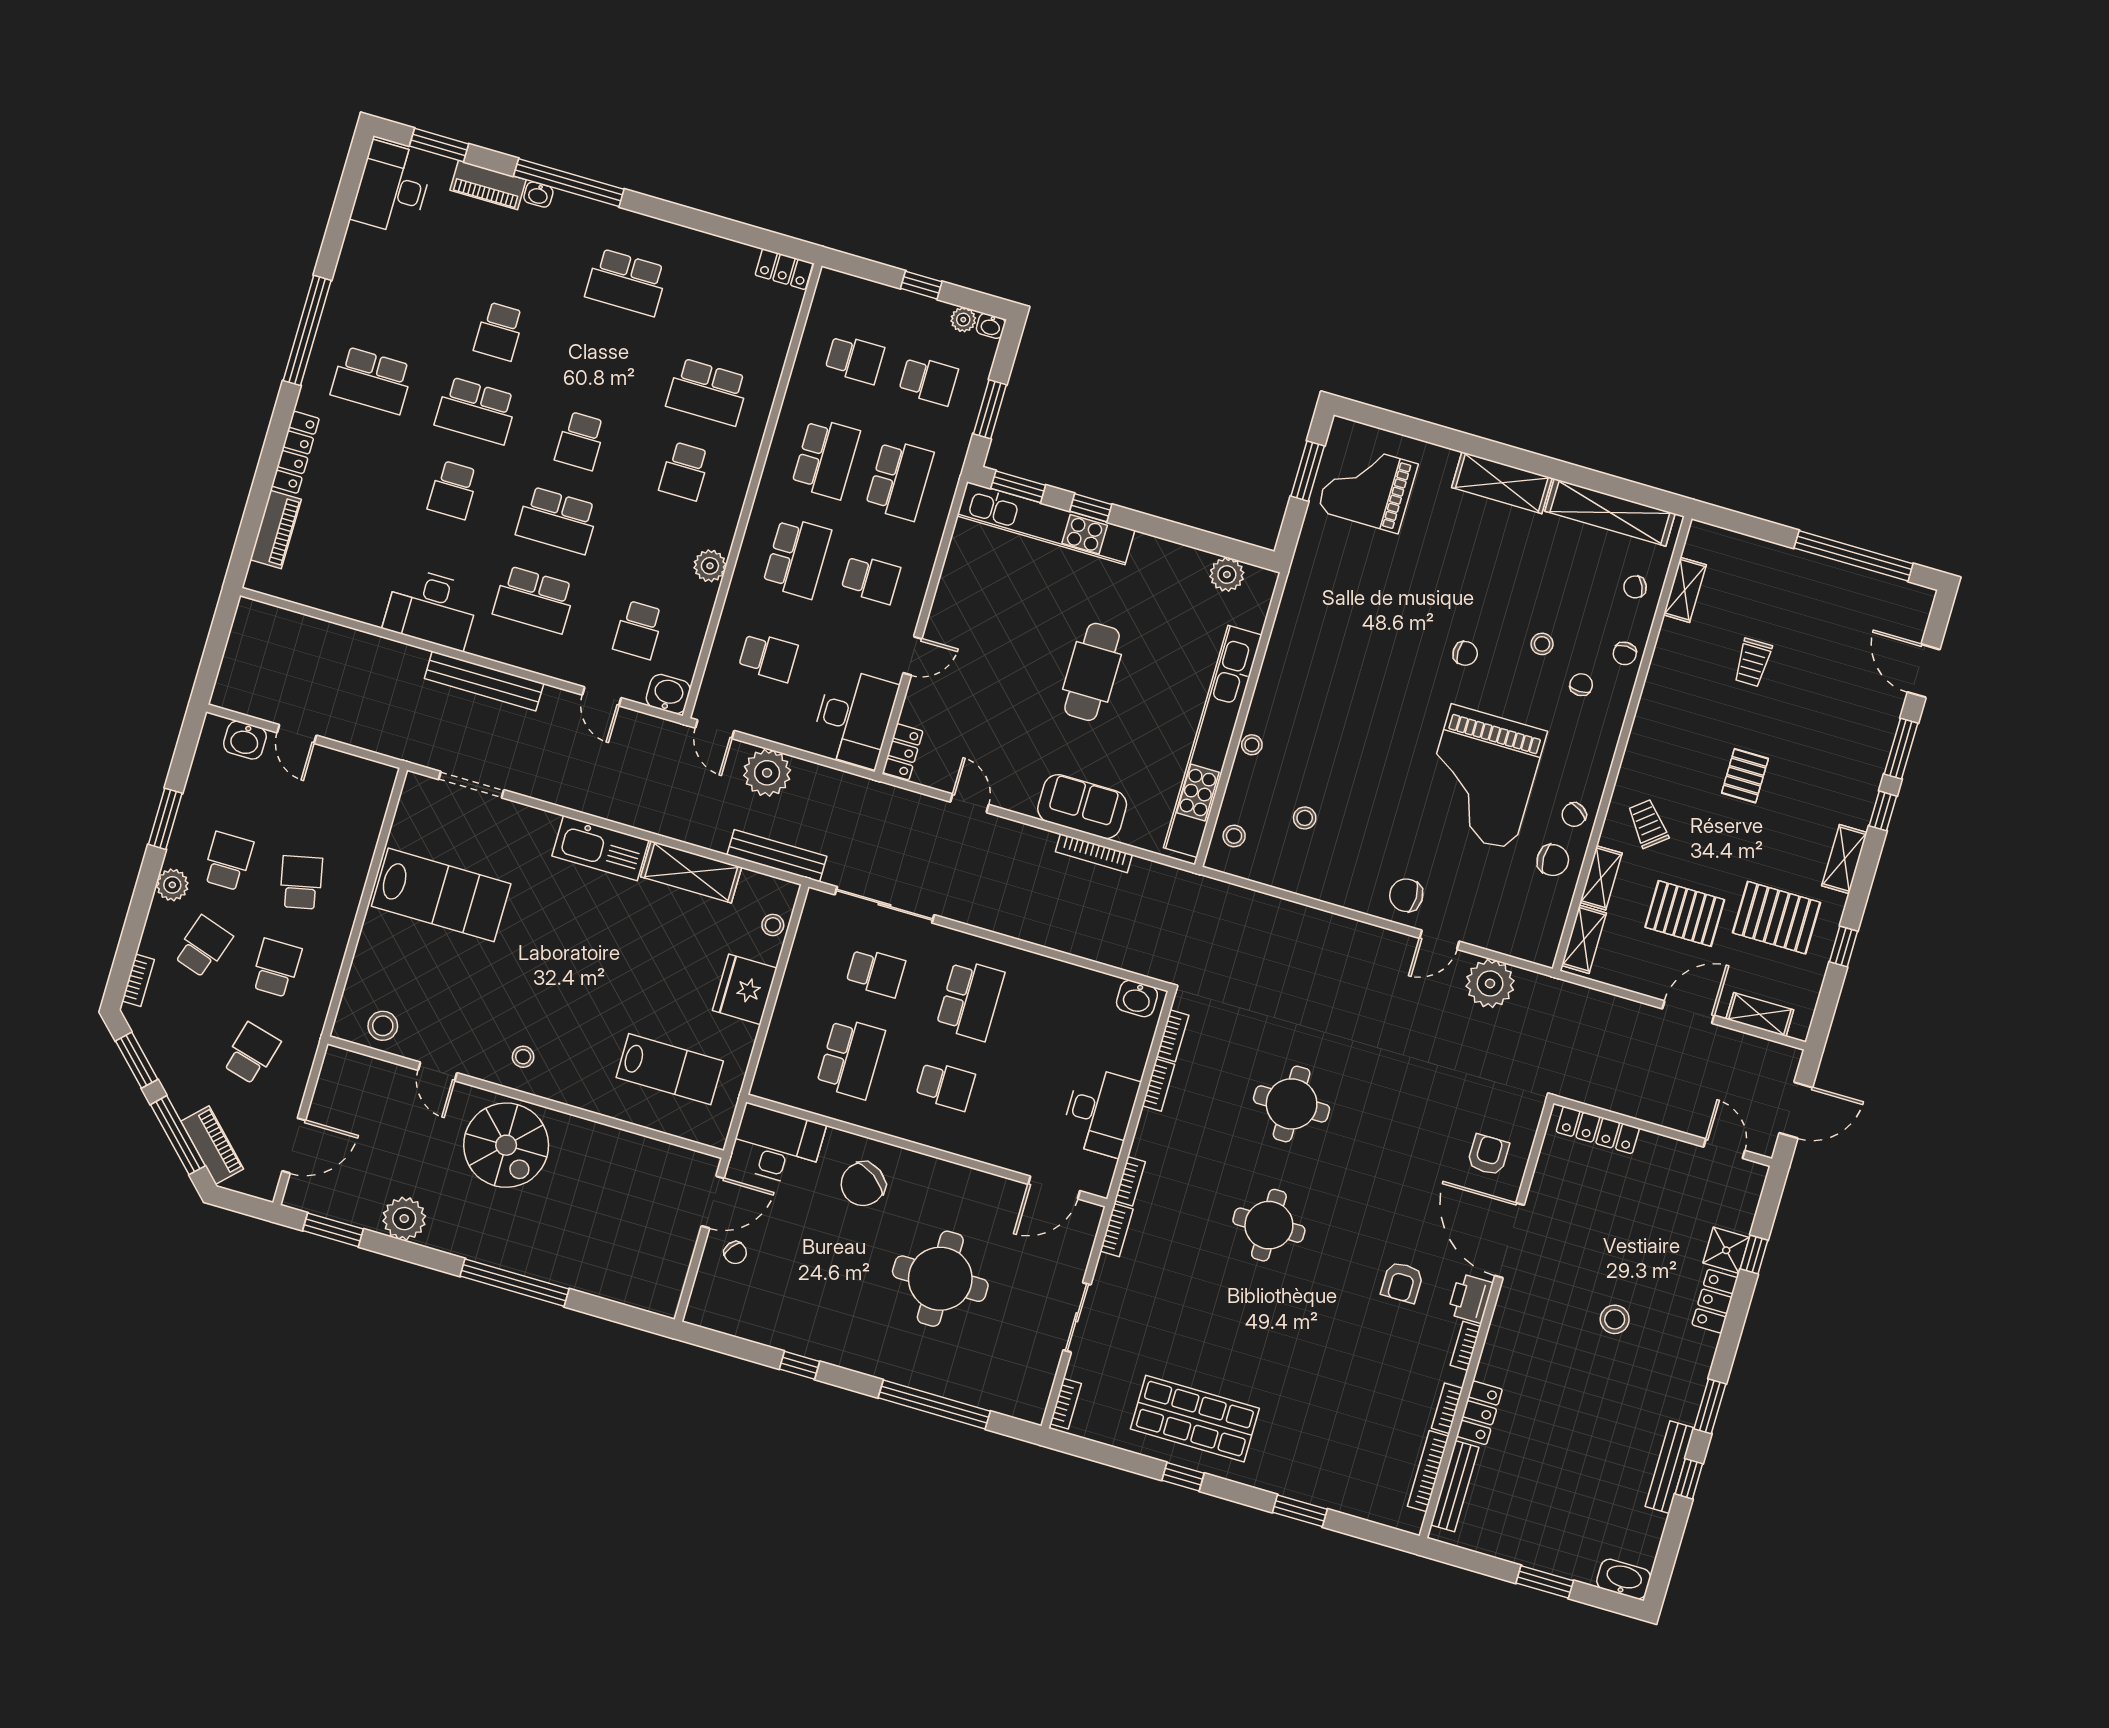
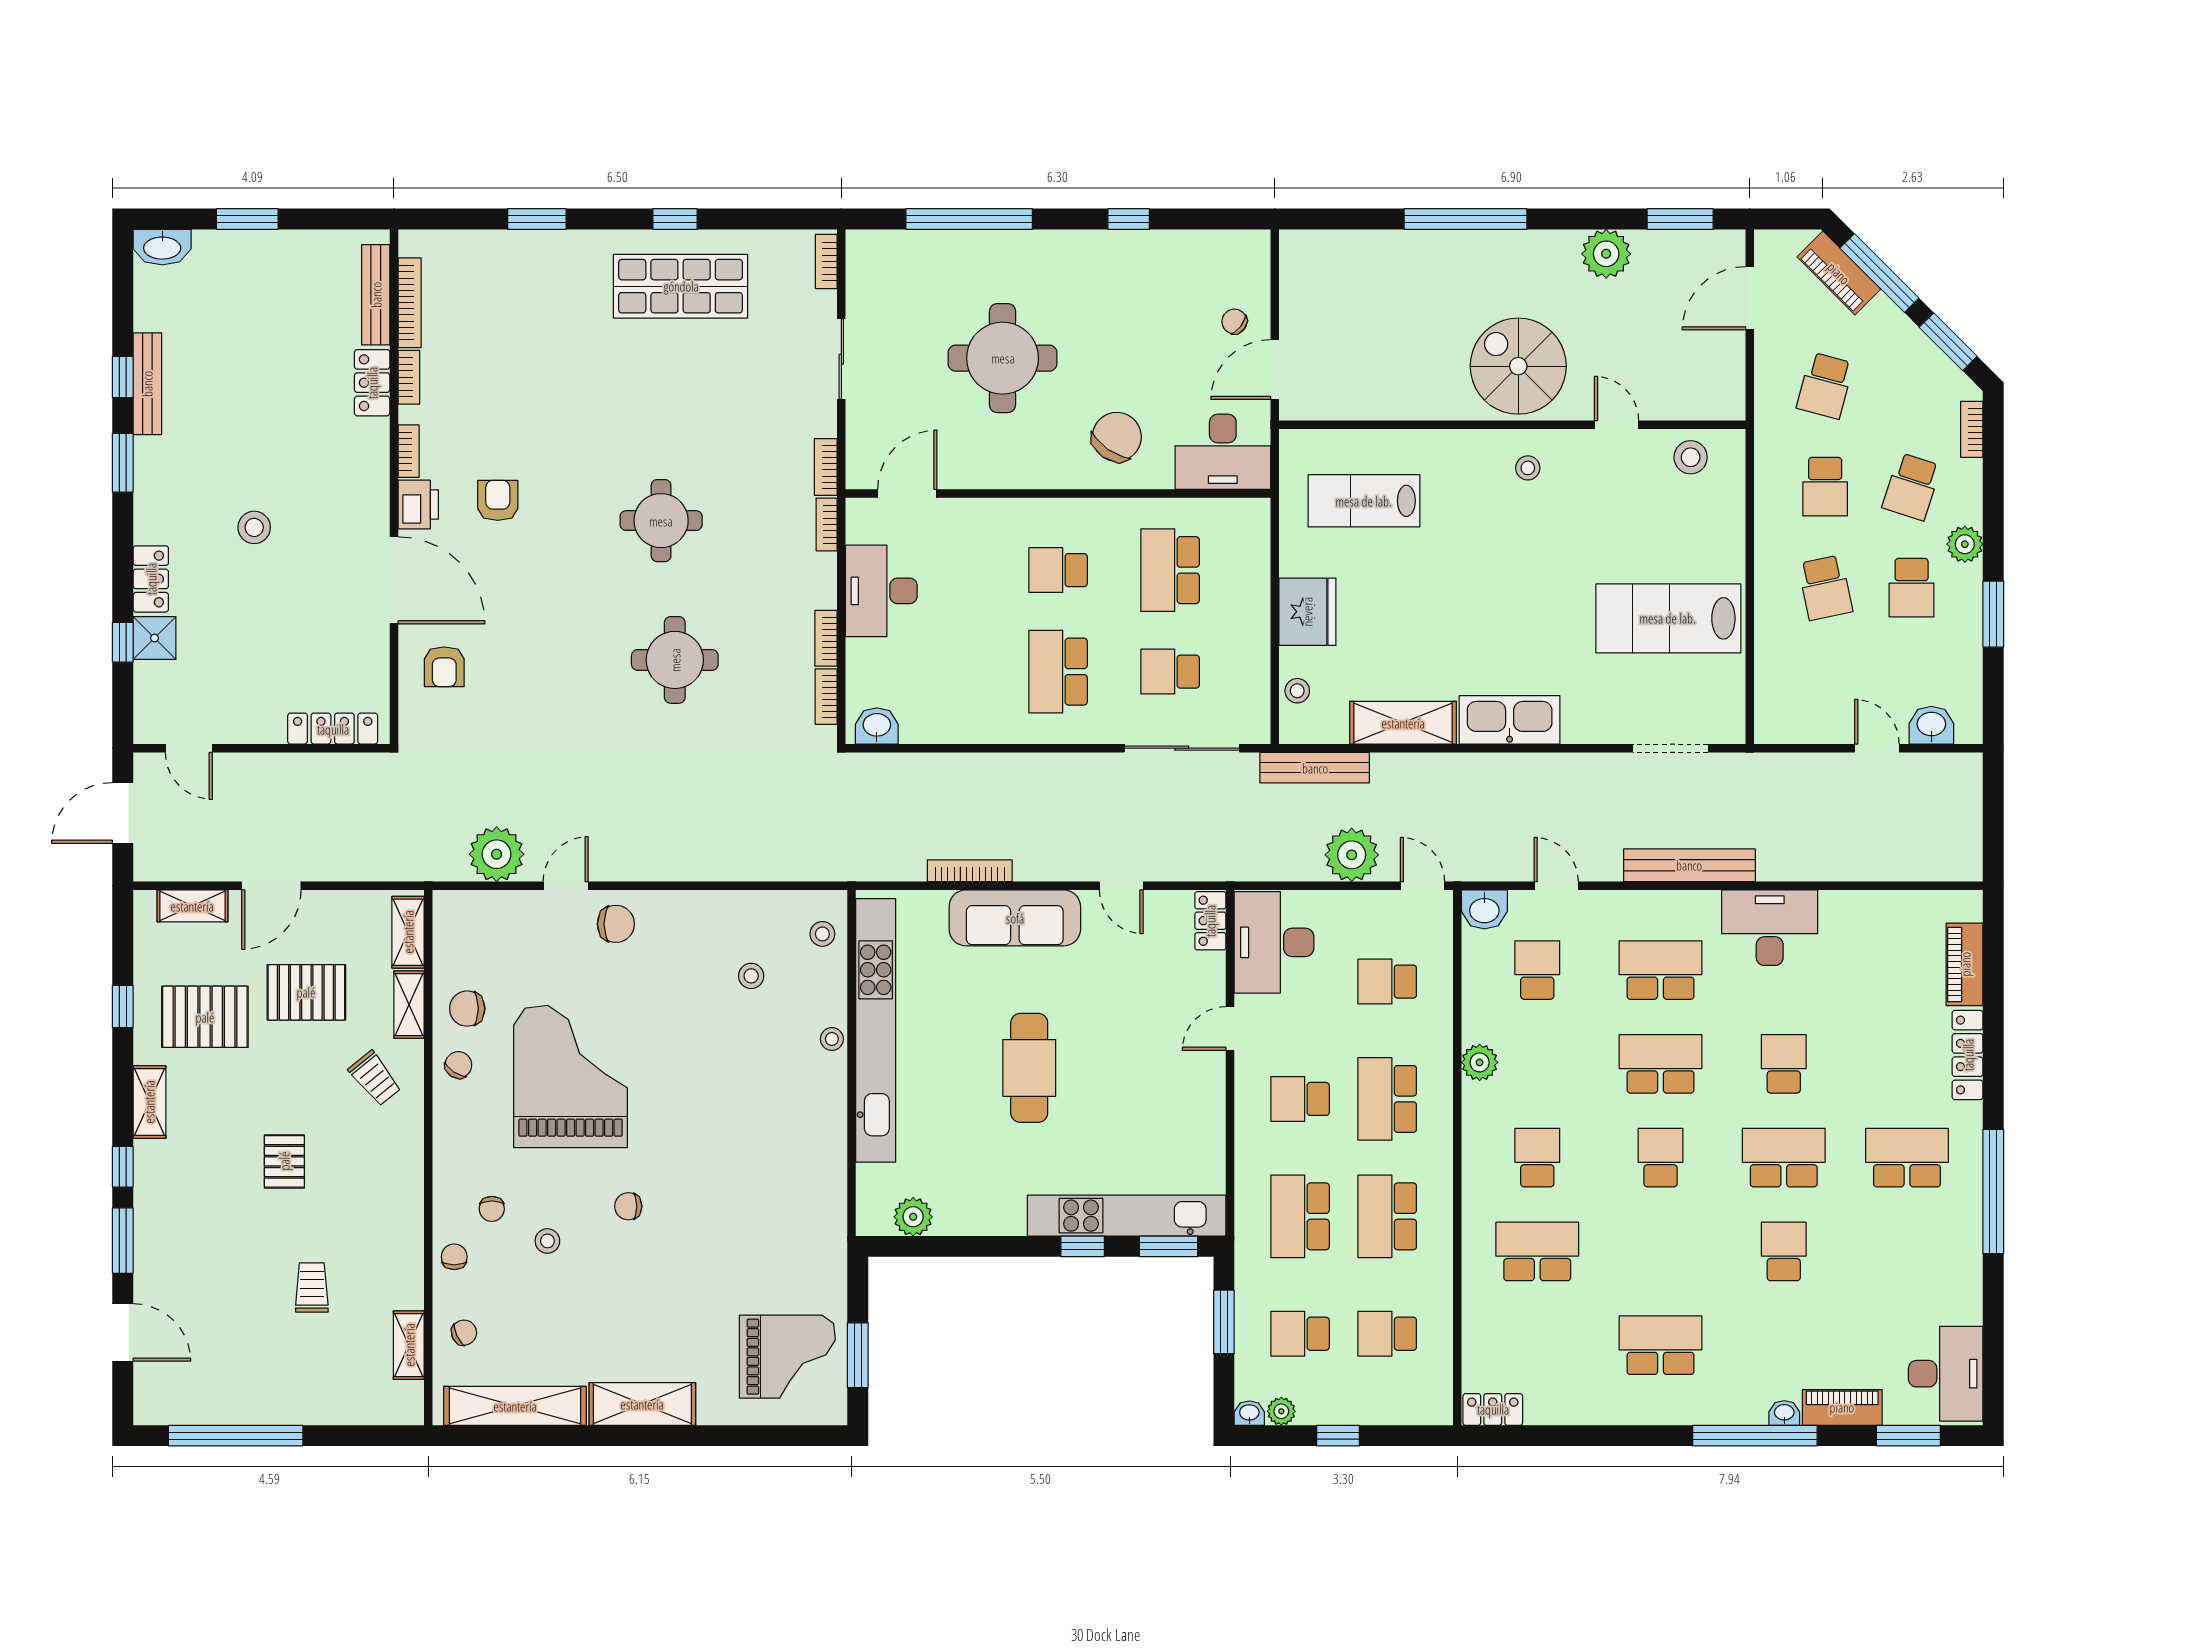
sofa: (1082, 807) -> (1015, 918), width x1.36

